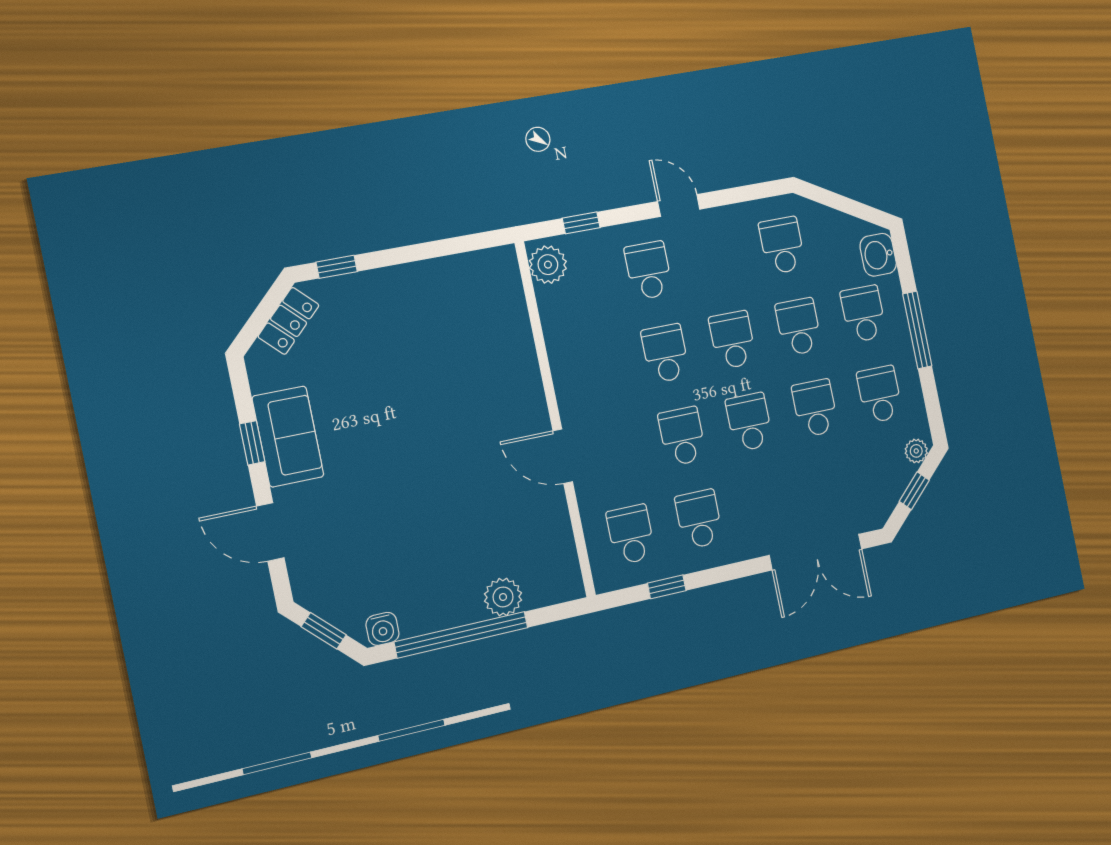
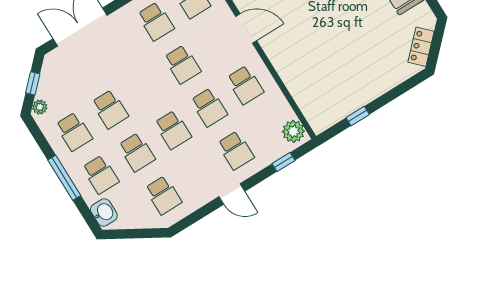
window: (337, 267) -> (358, 116), moved
school desk: (749, 422) -> (245, 85), moved

